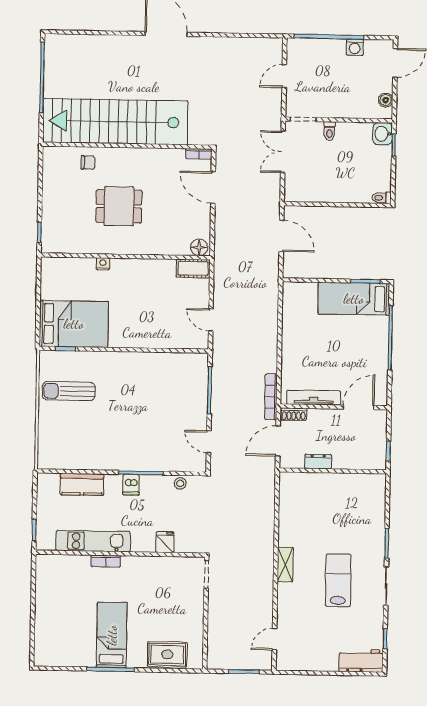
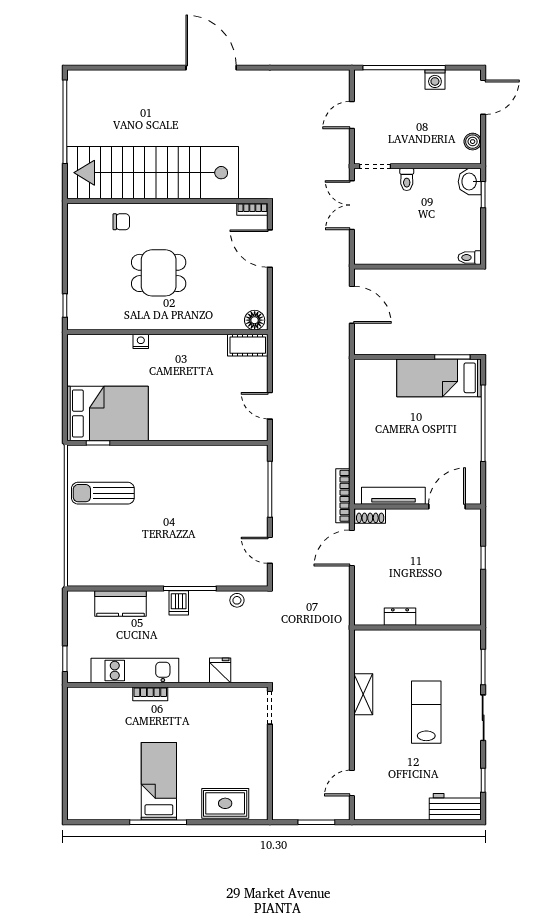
dresser: (318, 462) -> (400, 617), moved
wall: (333, 471) -> (418, 627), moved

